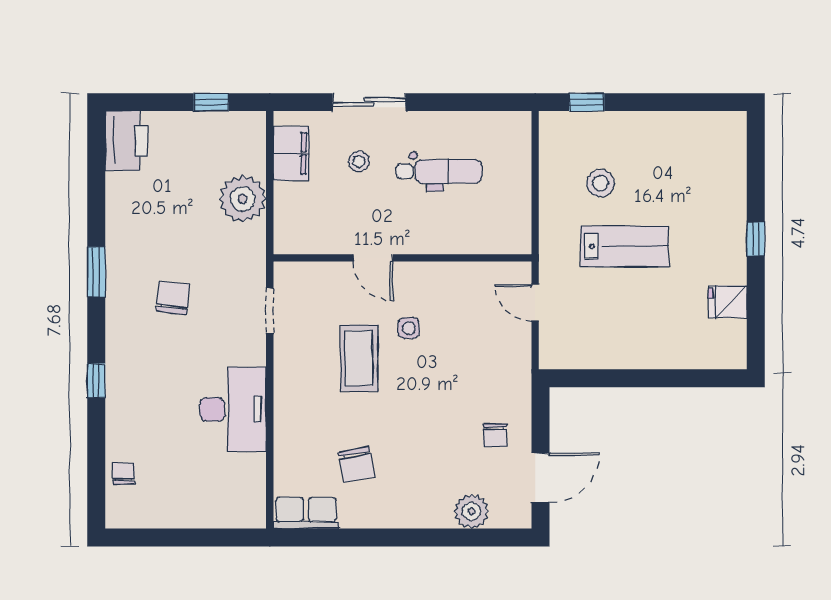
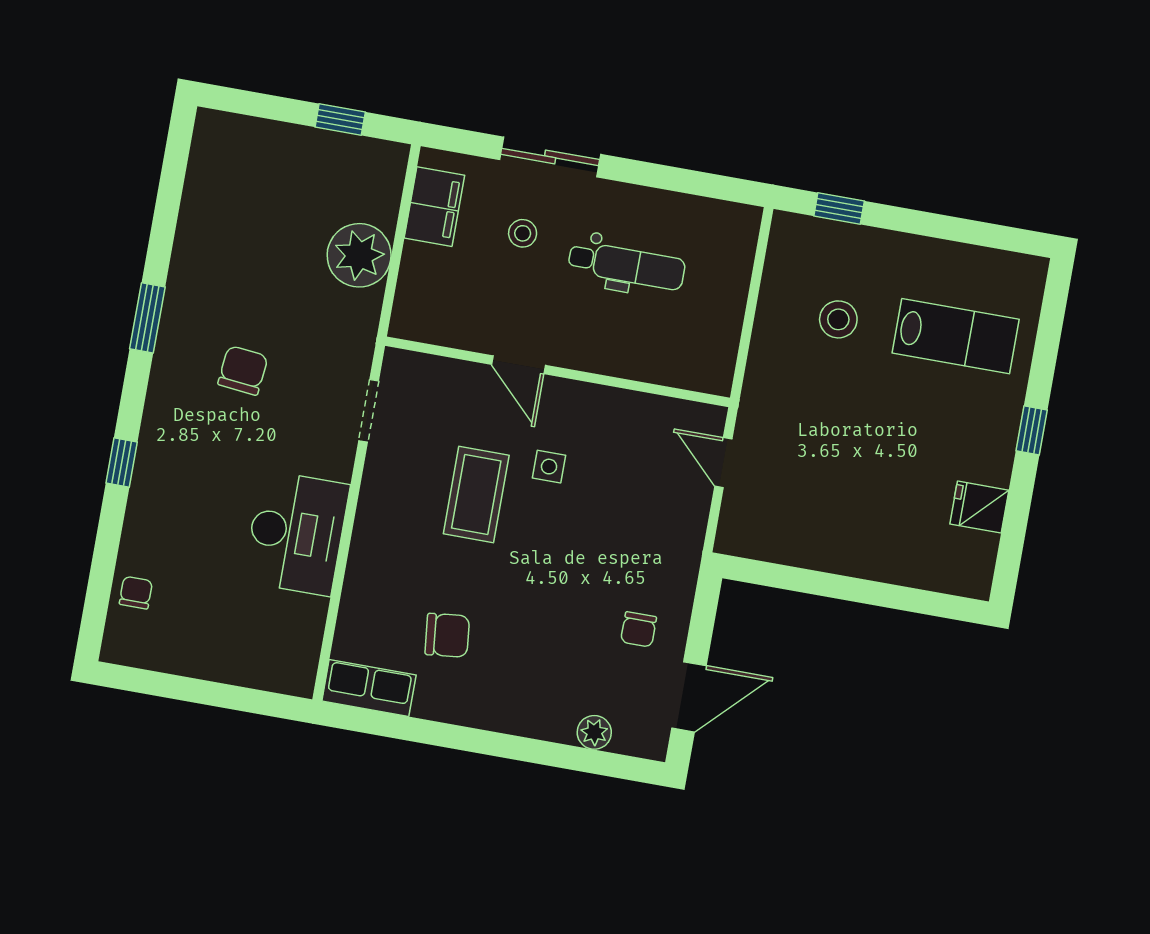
printer: (127, 141) -> (219, 151), removed
lab bench: (625, 246) -> (956, 336), moved
chair: (356, 464) -> (447, 635), turned -86
plant: (471, 511) -> (594, 732), width x0.73, depth x0.73

